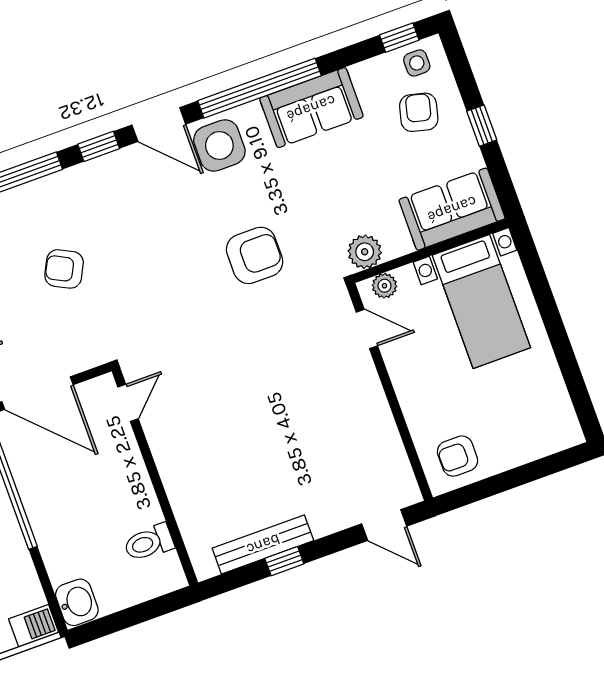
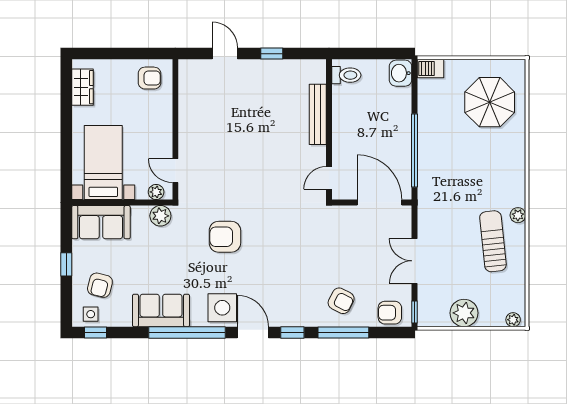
armchair: (64, 269) -> (341, 301), moved
wardrobe: (555, 405) -> (83, 87), added
door: (384, 525) -> (225, 54), moved
toilet: (149, 543) -> (346, 75), moved
bench: (263, 544) -> (318, 114), moved, turned 90

